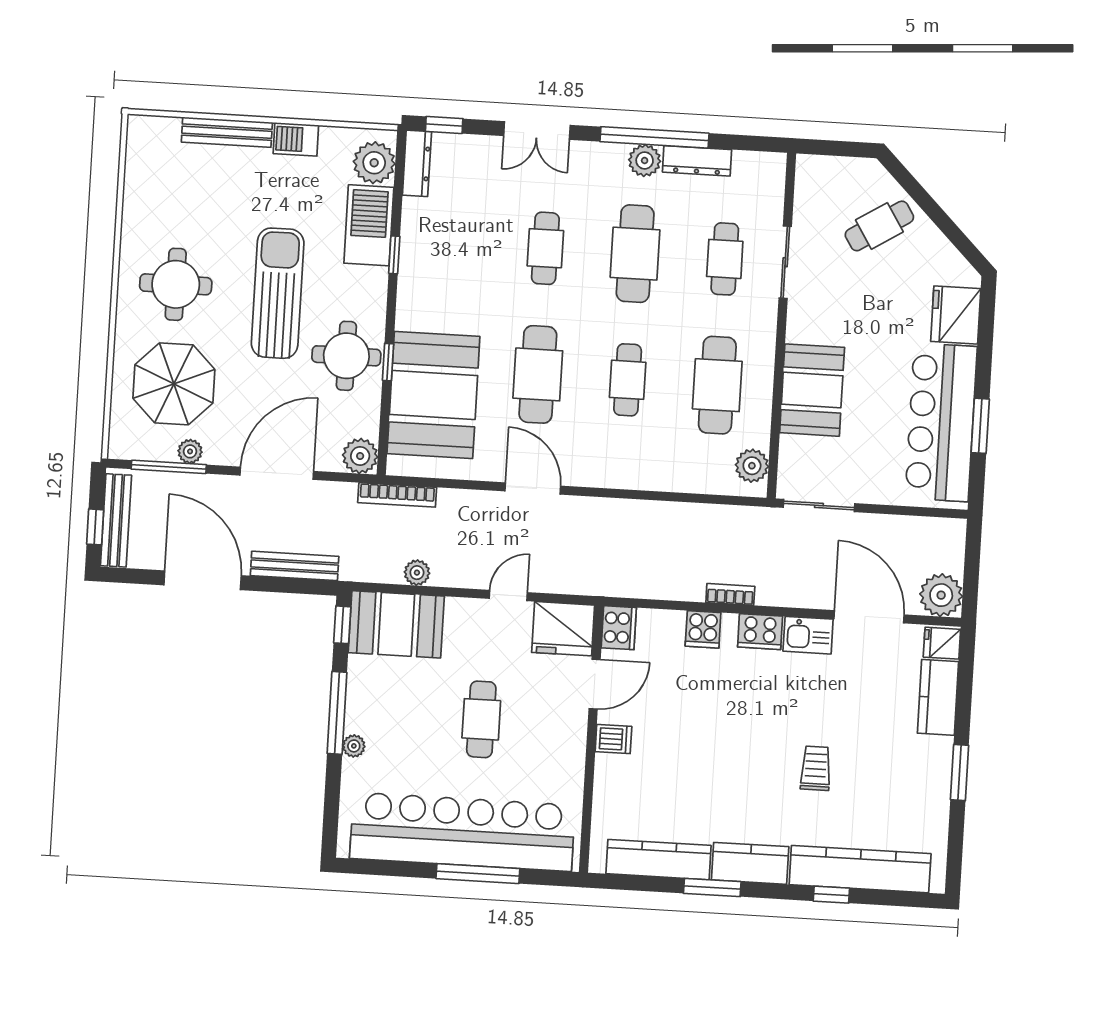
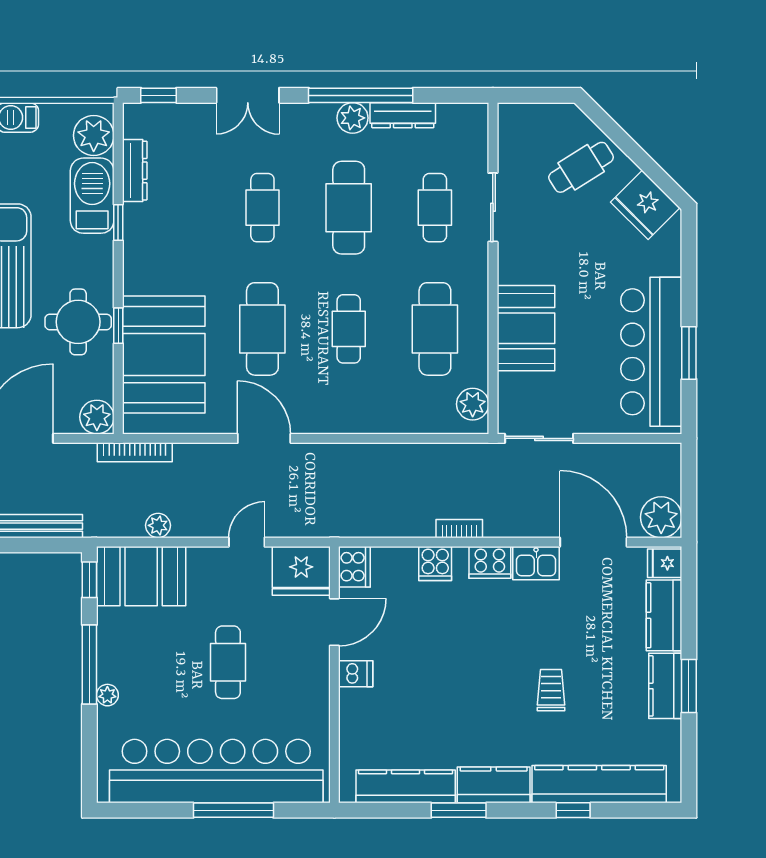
dresser: (417, 163) -> (135, 171), moved
fridge: (956, 315) -> (645, 205), moved, turned -45
kitchen counter: (935, 771) -> (665, 686), added

